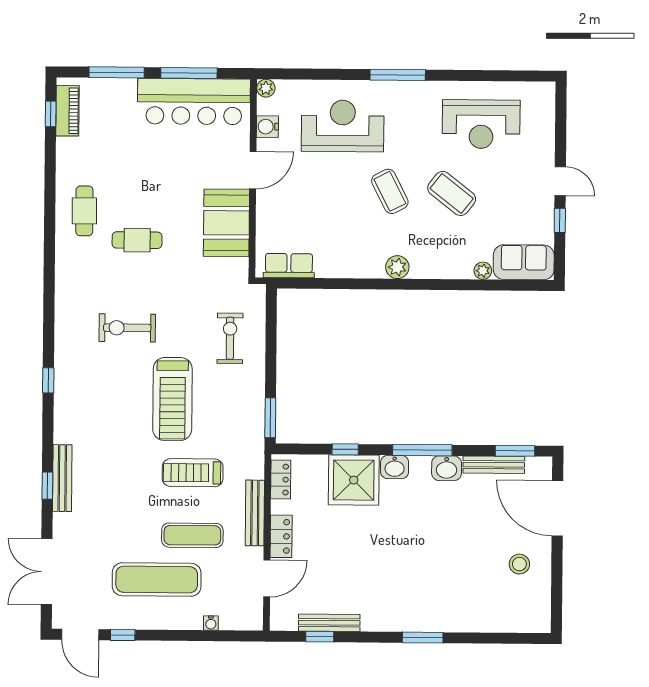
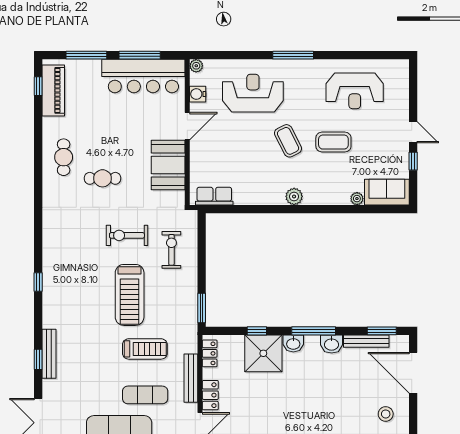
piano: (67, 111) -> (53, 90), width x1.37, depth x1.33
coffee table: (452, 193) -> (333, 142), turned -38
exercise bike: (127, 328) -> (127, 235), moved
treadmill: (193, 473) -> (145, 349), turned 180

